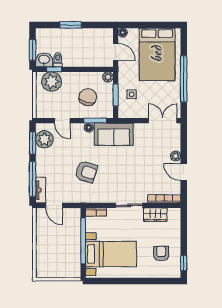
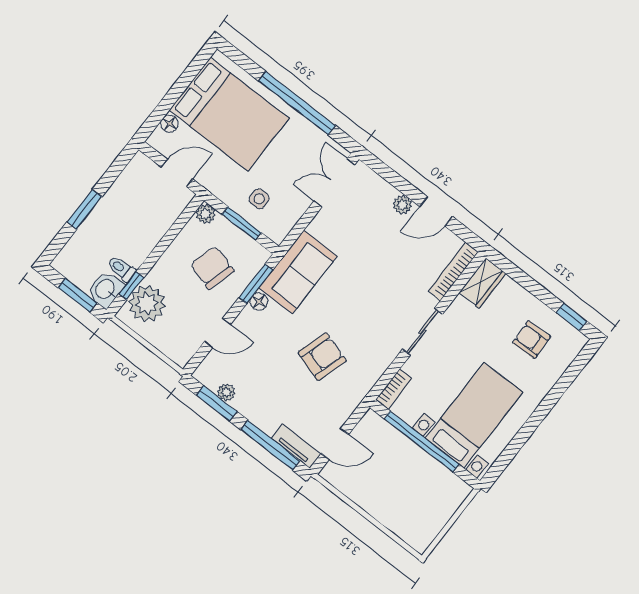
floor lamp: (123, 33) -> (169, 124), moved
plant: (44, 139) -> (226, 392), width x0.53, depth x0.53
wardrobe: (155, 215) -> (482, 283), moved

